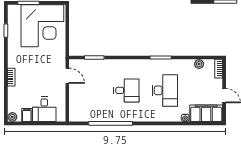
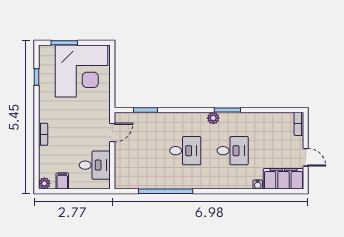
plant: (199, 64) -> (213, 118), moved
door: (67, 76) -> (112, 133), hinge flipped
desk: (165, 90) -> (233, 151), width x0.73
desk: (44, 109) -> (95, 165), moved, turned -90

